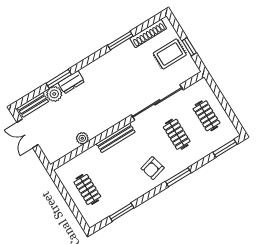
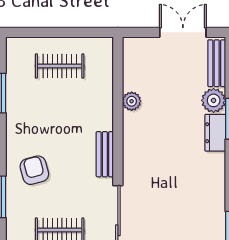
bench: (116, 138) -> (105, 154), width x0.73

